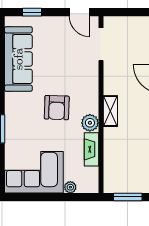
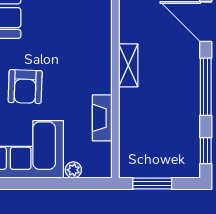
armchair: (57, 108) -> (25, 87), moved
plant: (90, 123) -> (100, 81), removed

